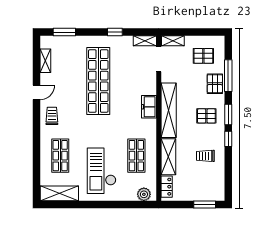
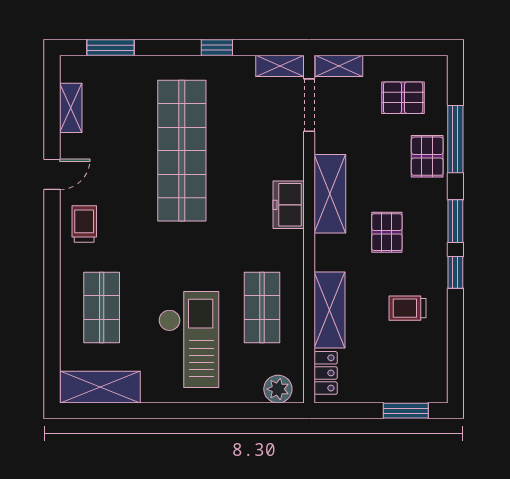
shelving: (169, 110) -> (330, 194), width x0.68
pallet: (206, 116) -> (387, 232), moved, turned 90
checkout: (102, 171) -> (189, 340), turned 180

